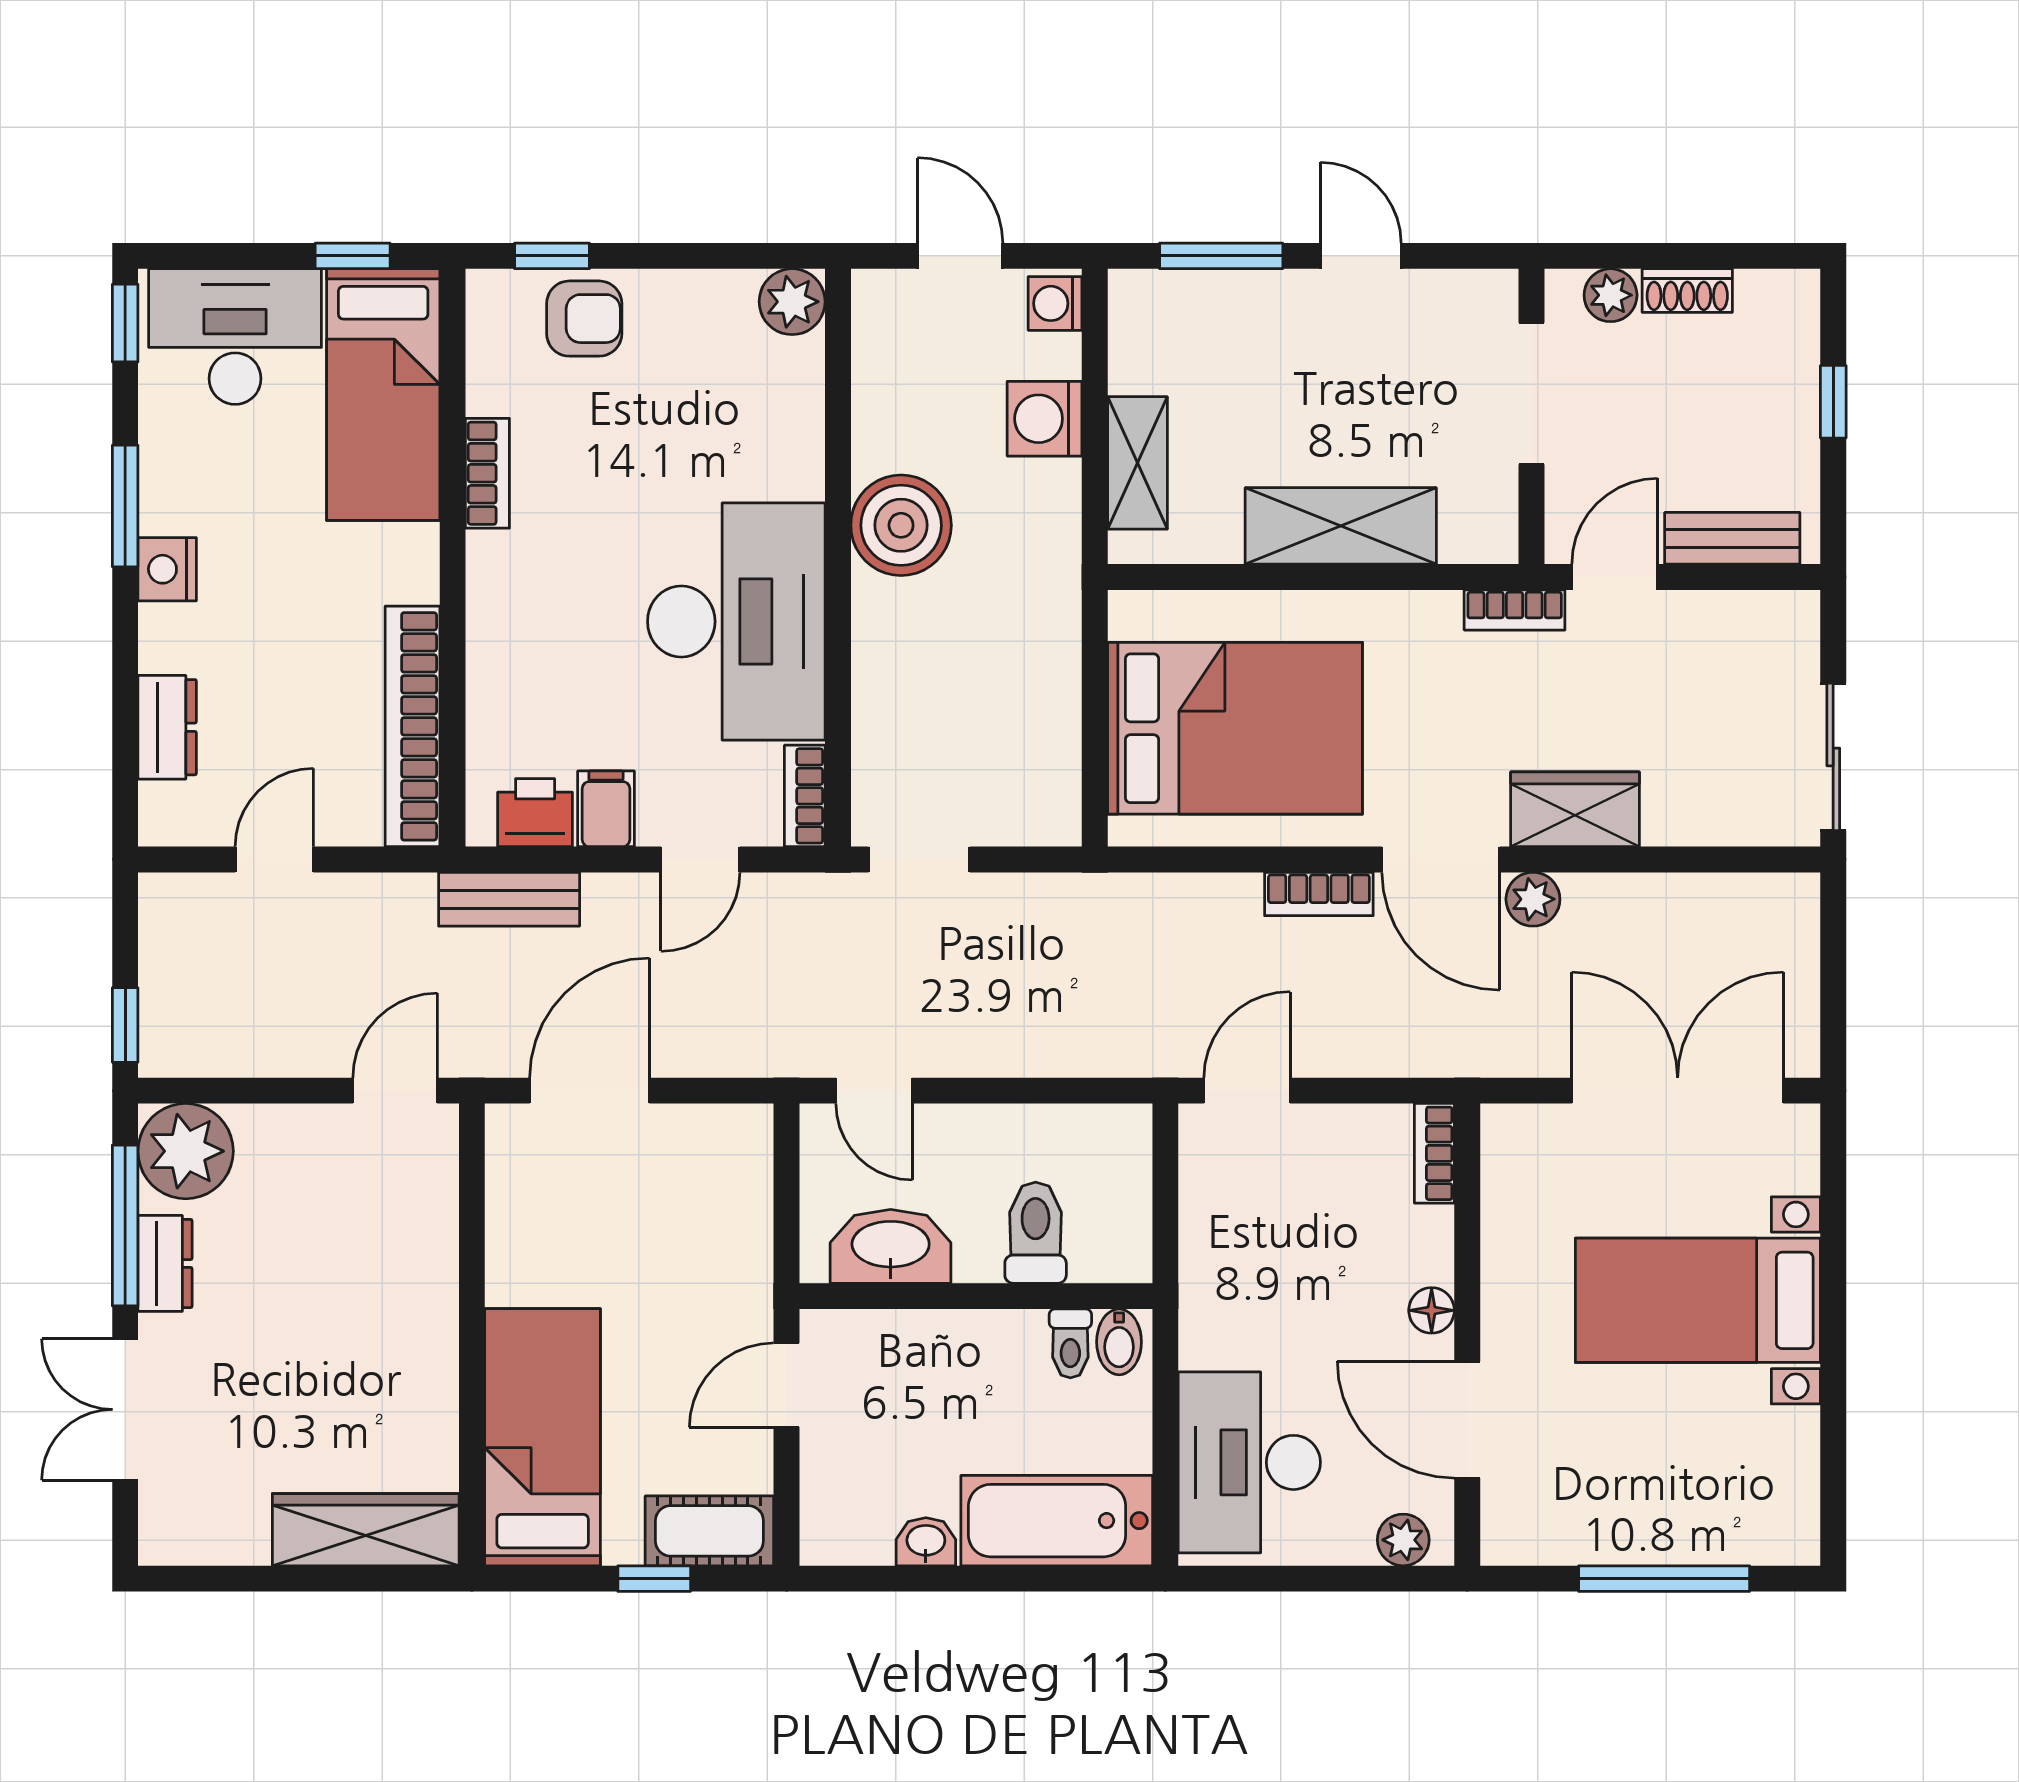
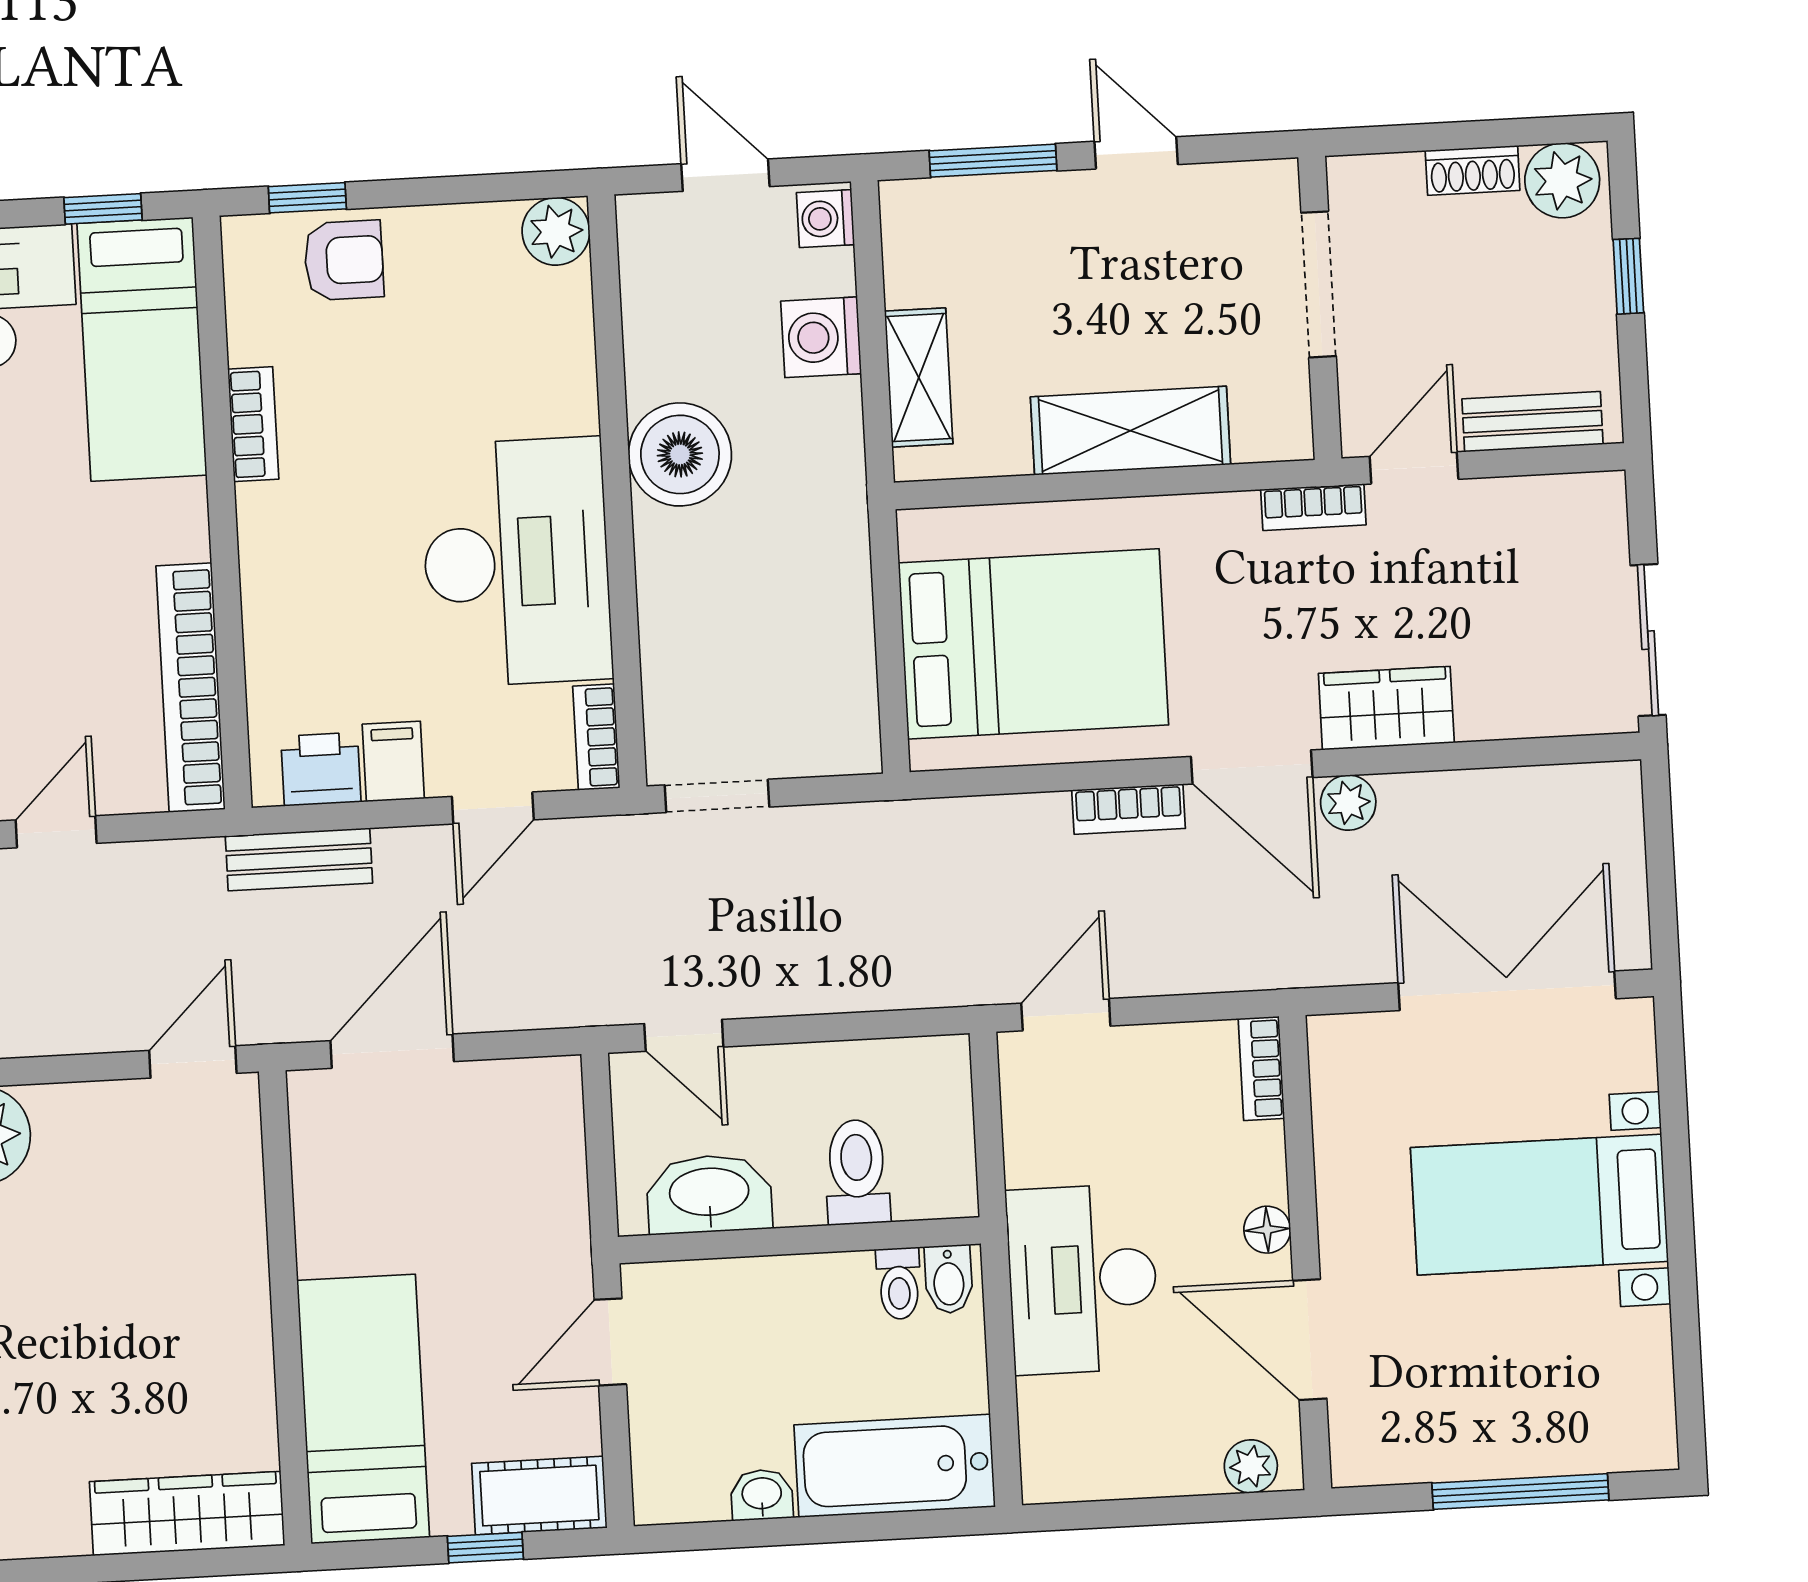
plant: (1611, 295) -> (1562, 180), moved, width x1.38, depth x1.38
desk: (1249, 1462) -> (1083, 1279), moved

